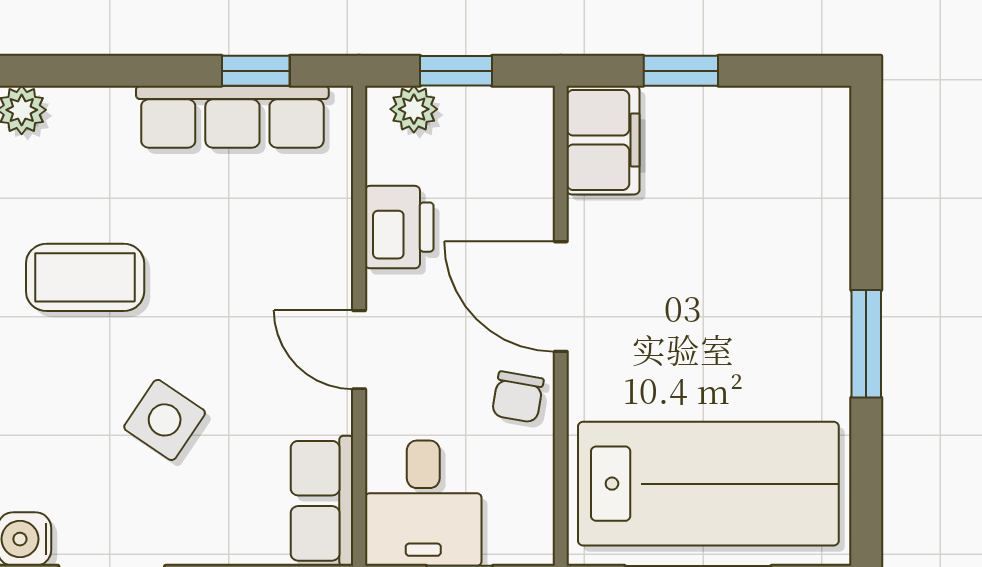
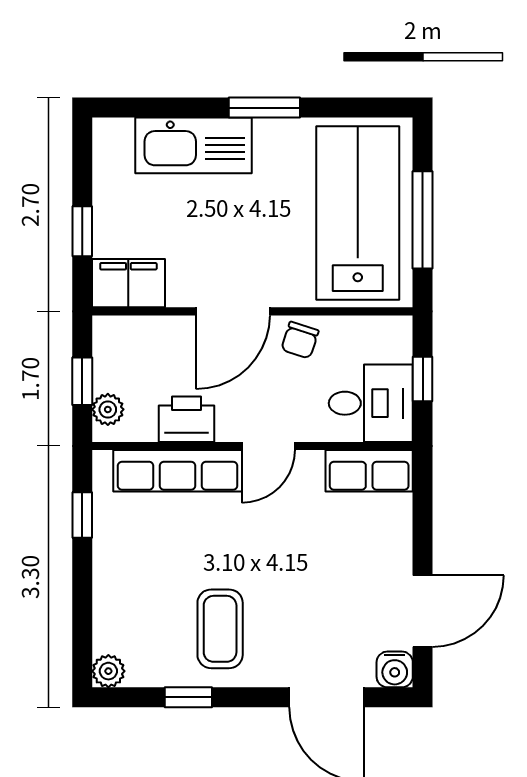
row of seats: (232, 117) -> (178, 471), moved, turned 90
kitchen sink: (810, 238) -> (194, 145), added
chair: (518, 397) -> (300, 340), turned 98
side table: (165, 420) -> (315, 576), removed

